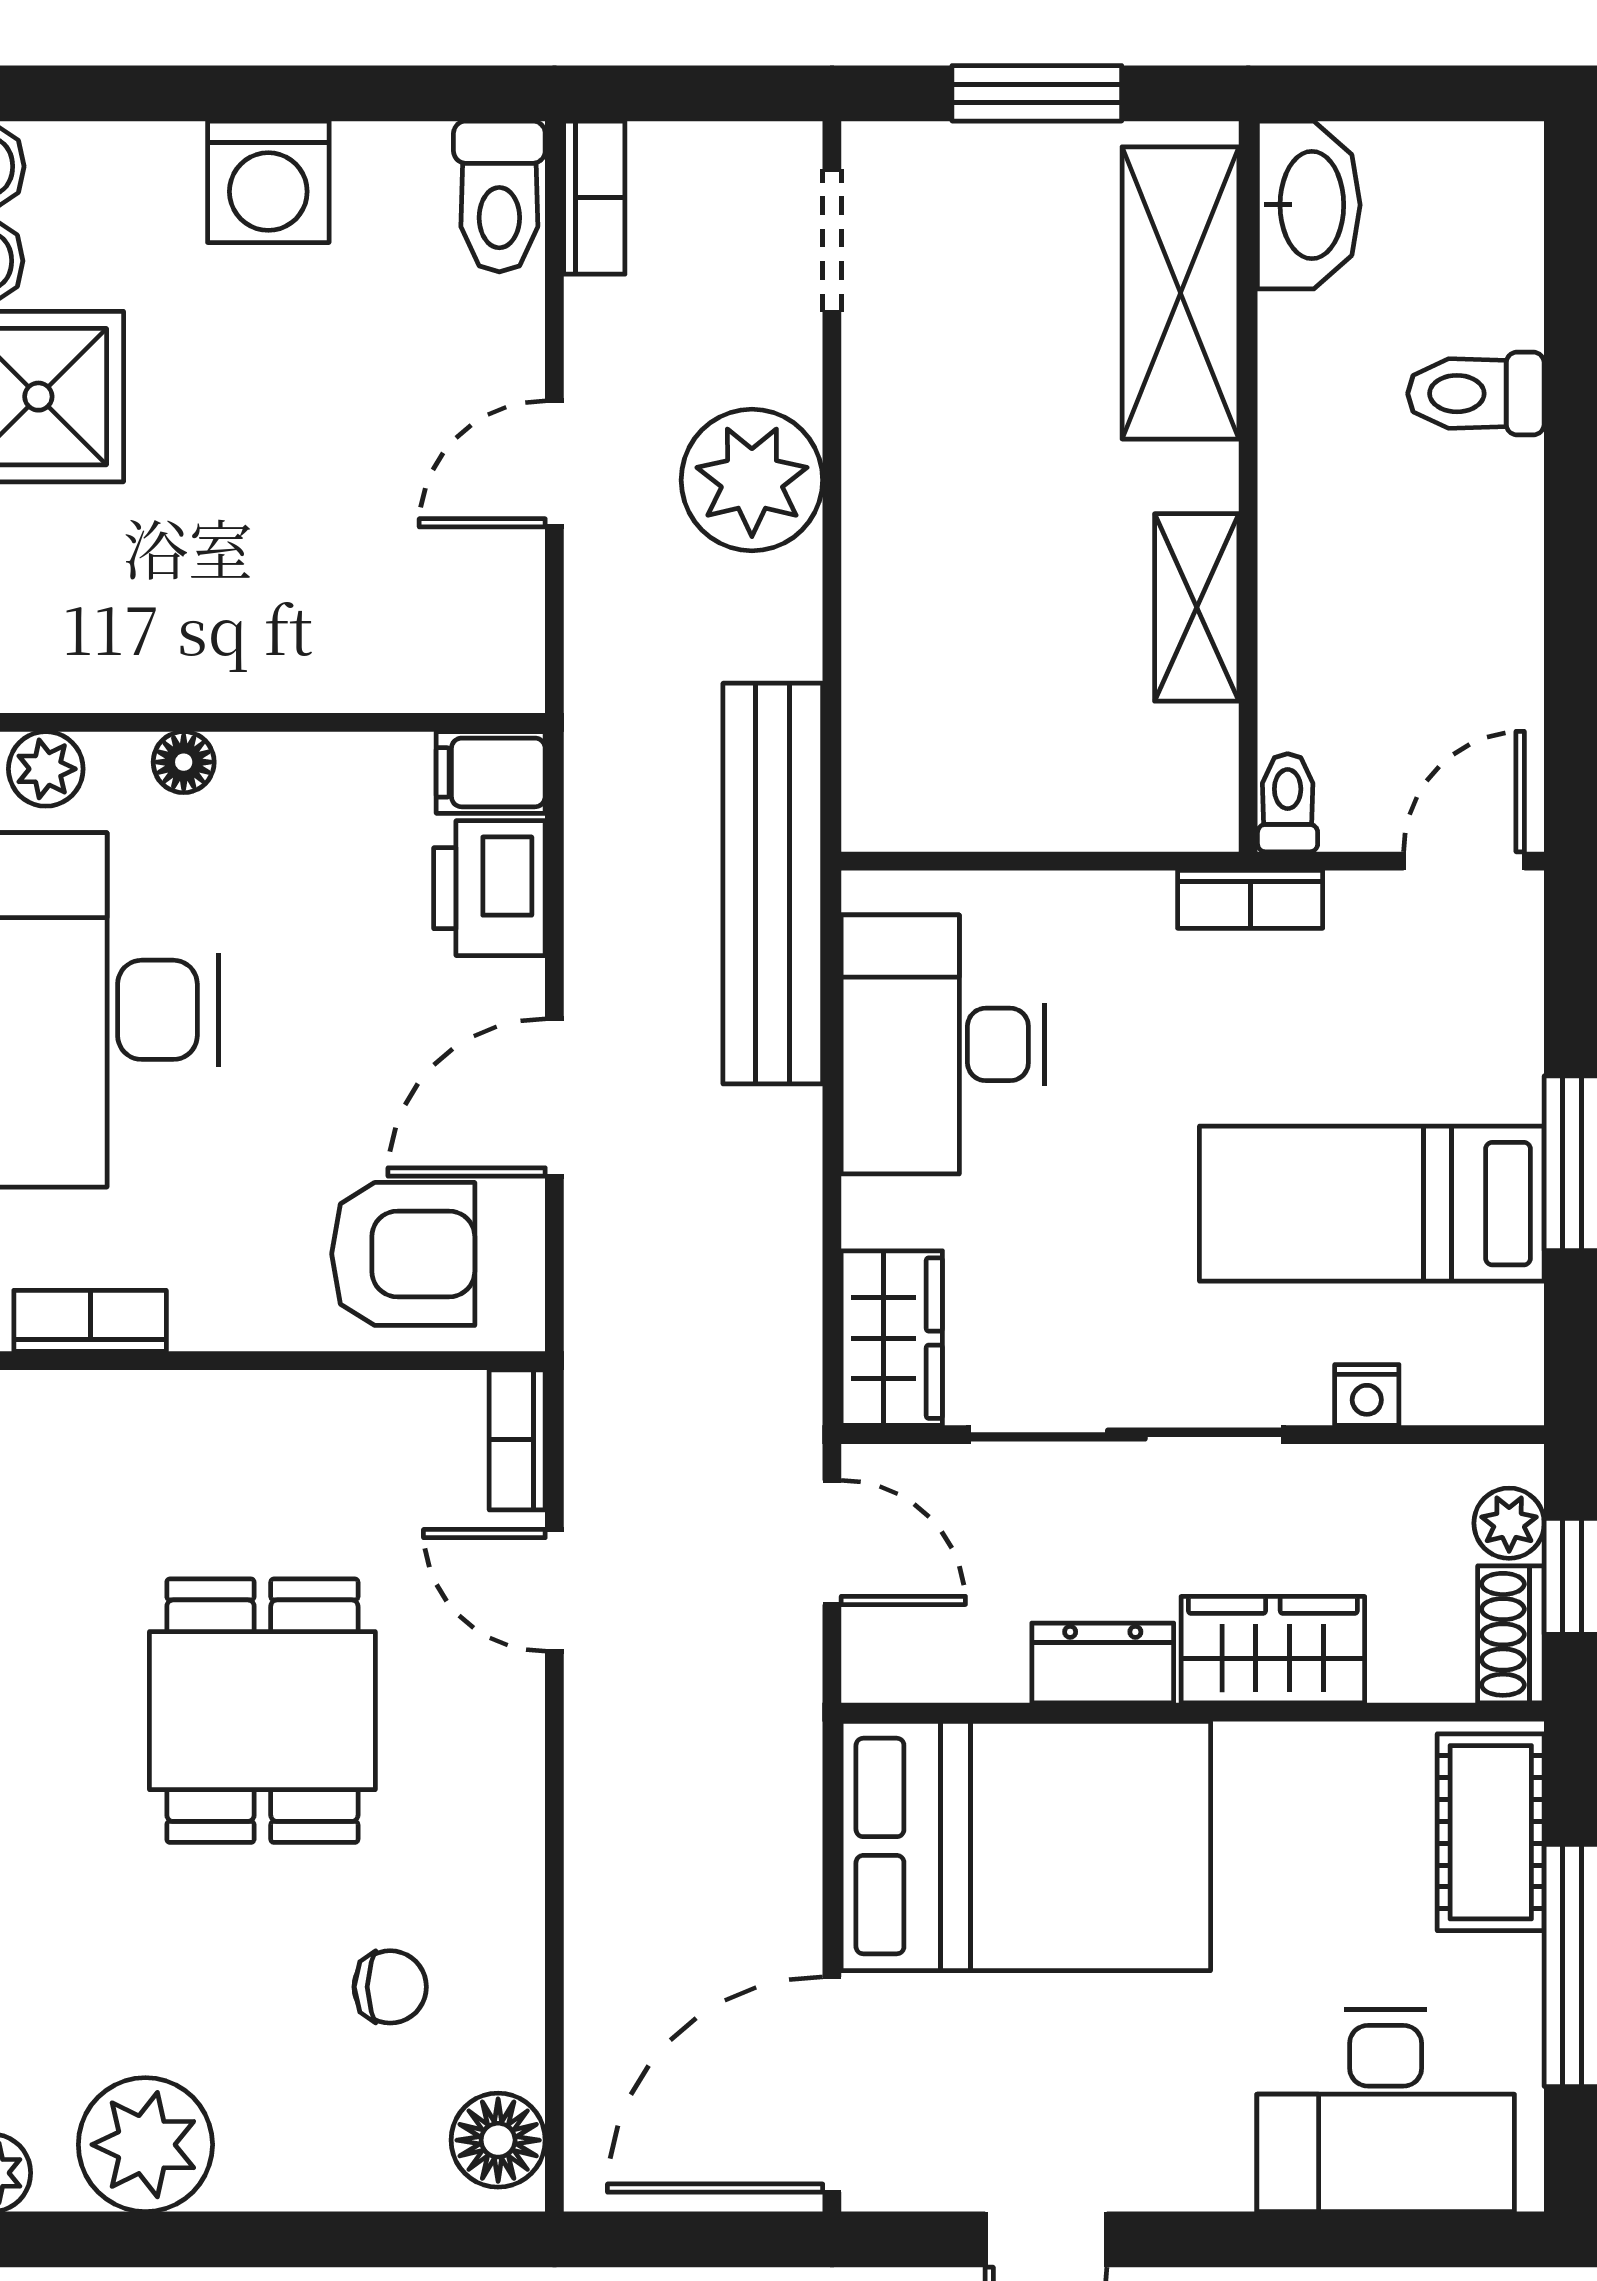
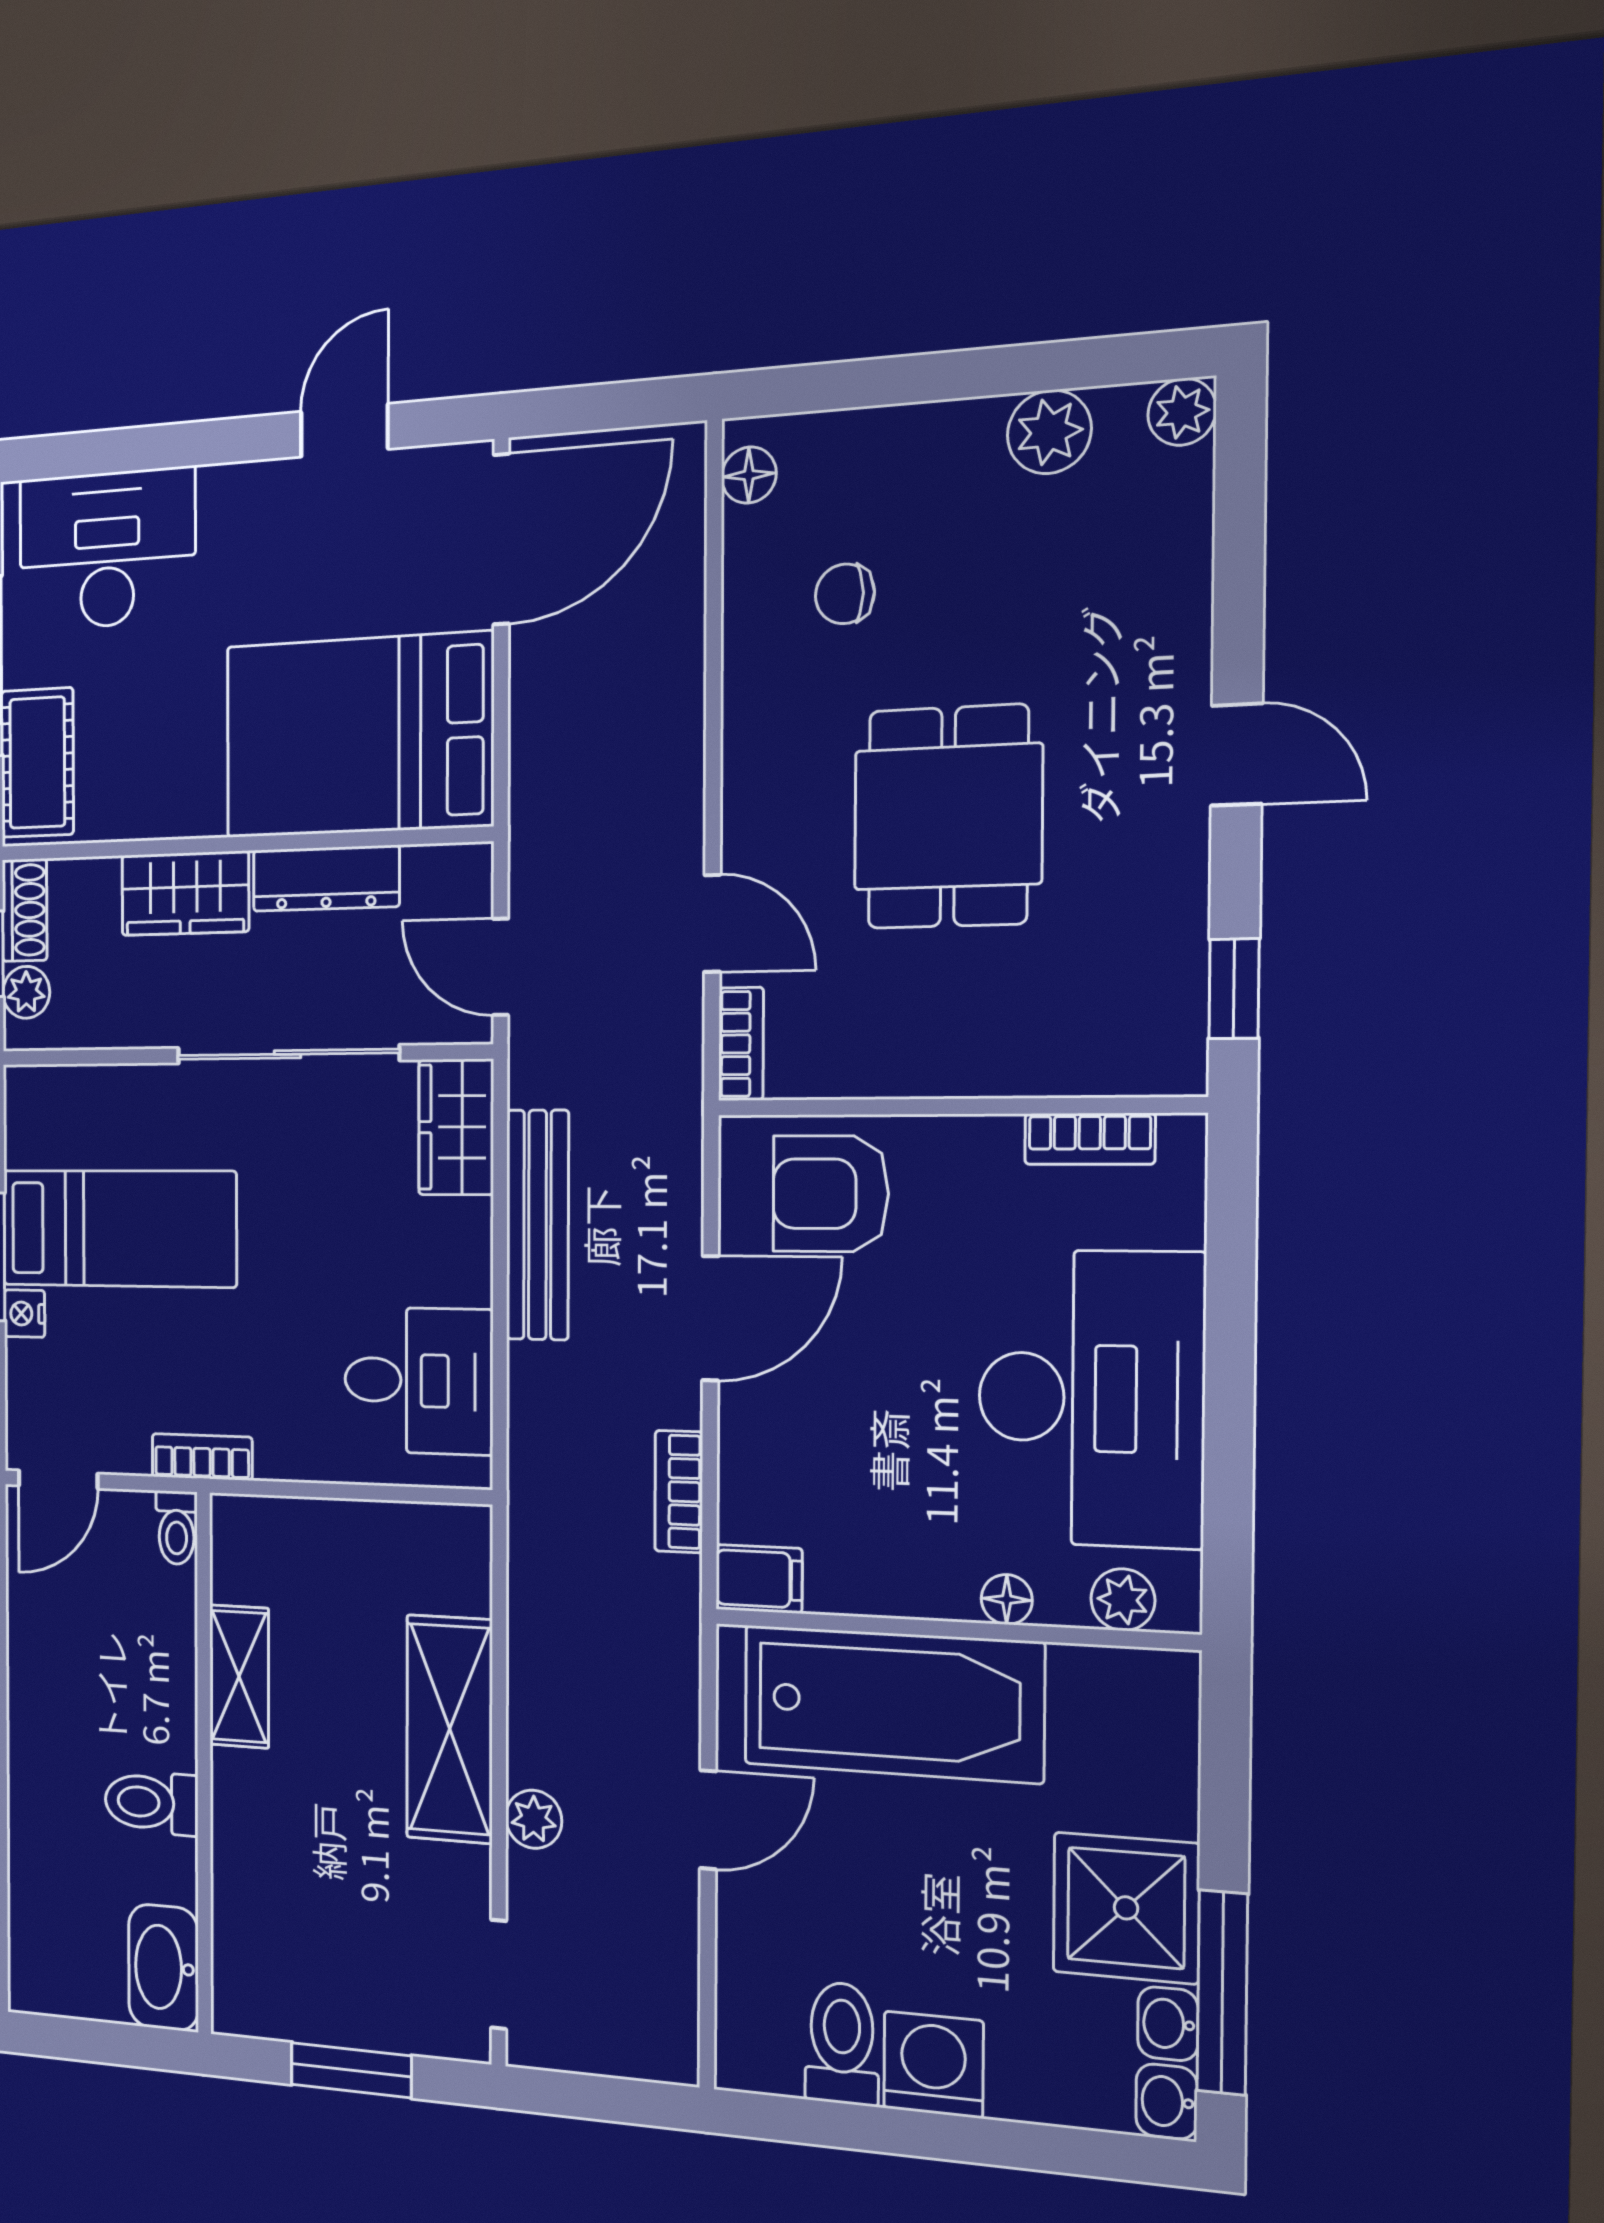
toilet: (499, 197) -> (842, 2043), moved
bookcase: (594, 198) -> (679, 1492), moved
shelving: (1181, 293) -> (450, 1729), moved
toilet: (1476, 394) -> (151, 1802), moved, turned 180
plant: (752, 480) -> (534, 1819), width x0.53, depth x0.53
bathtub: (322, 626) -> (893, 1704), added
bench: (773, 884) -> (537, 1225), moved, width x0.73, depth x0.82
printer: (489, 888) -> (760, 1487), removed
desk: (943, 1044) -> (418, 1381), width x0.73
nightstand: (1367, 1395) -> (25, 1314), moved, turned -90
dresser: (1103, 1663) -> (326, 878), width x1.44
floor lamp: (498, 2140) -> (749, 475), width x0.73, depth x0.73
plant: (145, 2145) -> (1049, 432), width x0.73, depth x0.73

